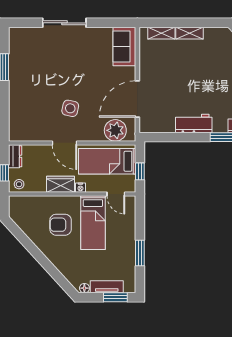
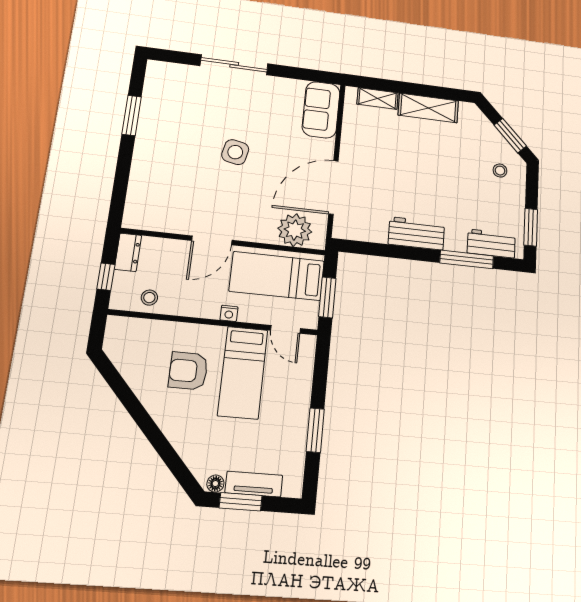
shelving: (190, 33) -> (428, 108), width x1.50, depth x1.33
side table: (70, 108) -> (235, 152), moved
door: (65, 143) -> (212, 240), hinge flipped
window: (140, 171) -> (327, 297), width x1.50
stool: (19, 184) -> (149, 298), moved
wardrobe: (60, 184) -> (197, 305), removed
window: (115, 297) -> (241, 502), moved

